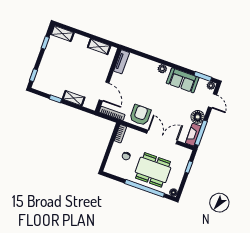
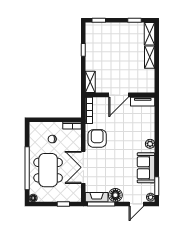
shelving: (99, 47) -> (150, 57), moved
door: (104, 92) -> (119, 95), moved
shelving: (74, 98) -> (90, 82), moved
armchair: (140, 115) -> (97, 138), turned -90
double door: (162, 137) -> (83, 167), swing flipped

